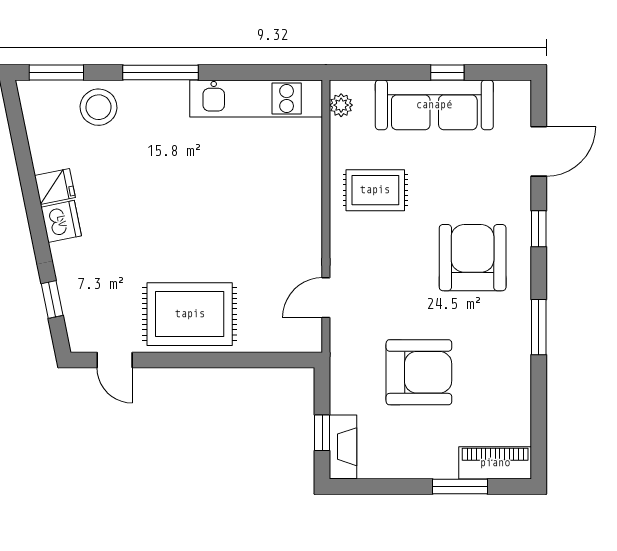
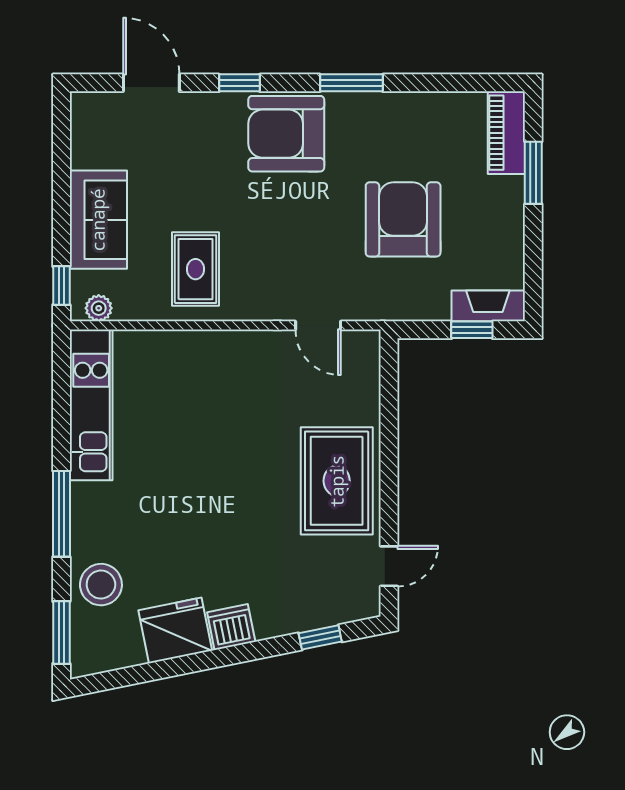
window: (447, 72) -> (61, 286), moved
sofa: (434, 105) -> (98, 220), width x0.73
fridge: (55, 186) -> (175, 630), width x1.88, depth x1.34
armchair: (473, 258) -> (286, 134), moved

